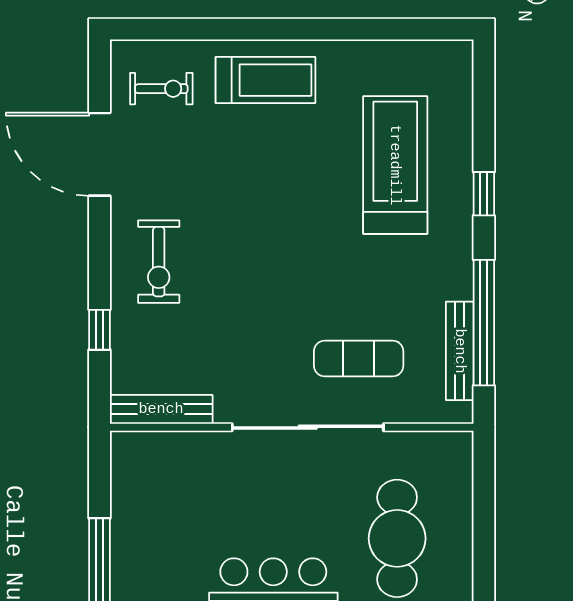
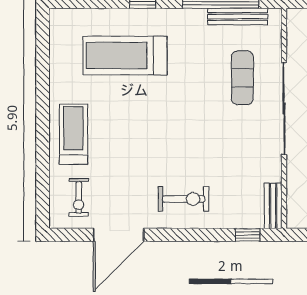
exercise bike: (161, 89) -> (79, 197), turned 180
window: (100, 330) -> (248, 235), moved
bench: (161, 409) -> (273, 206), width x0.73

